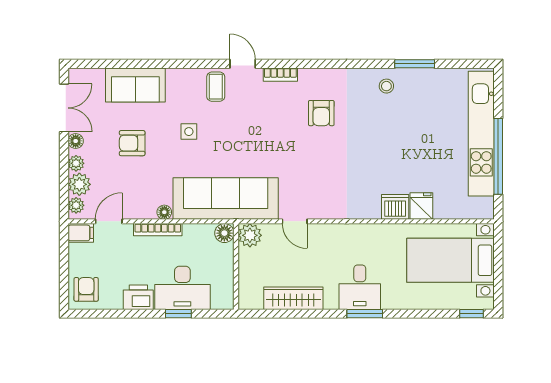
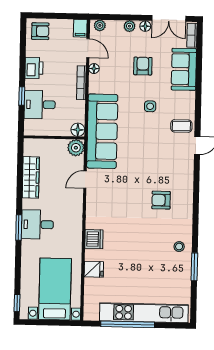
bookcase: (280, 75) -> (192, 35), moved
plant: (79, 184) -> (115, 28), removed
dishwasher: (395, 207) -> (94, 239), moved
floor lamp: (164, 212) -> (94, 69), moved
desk: (182, 288) -> (40, 105), width x0.73

